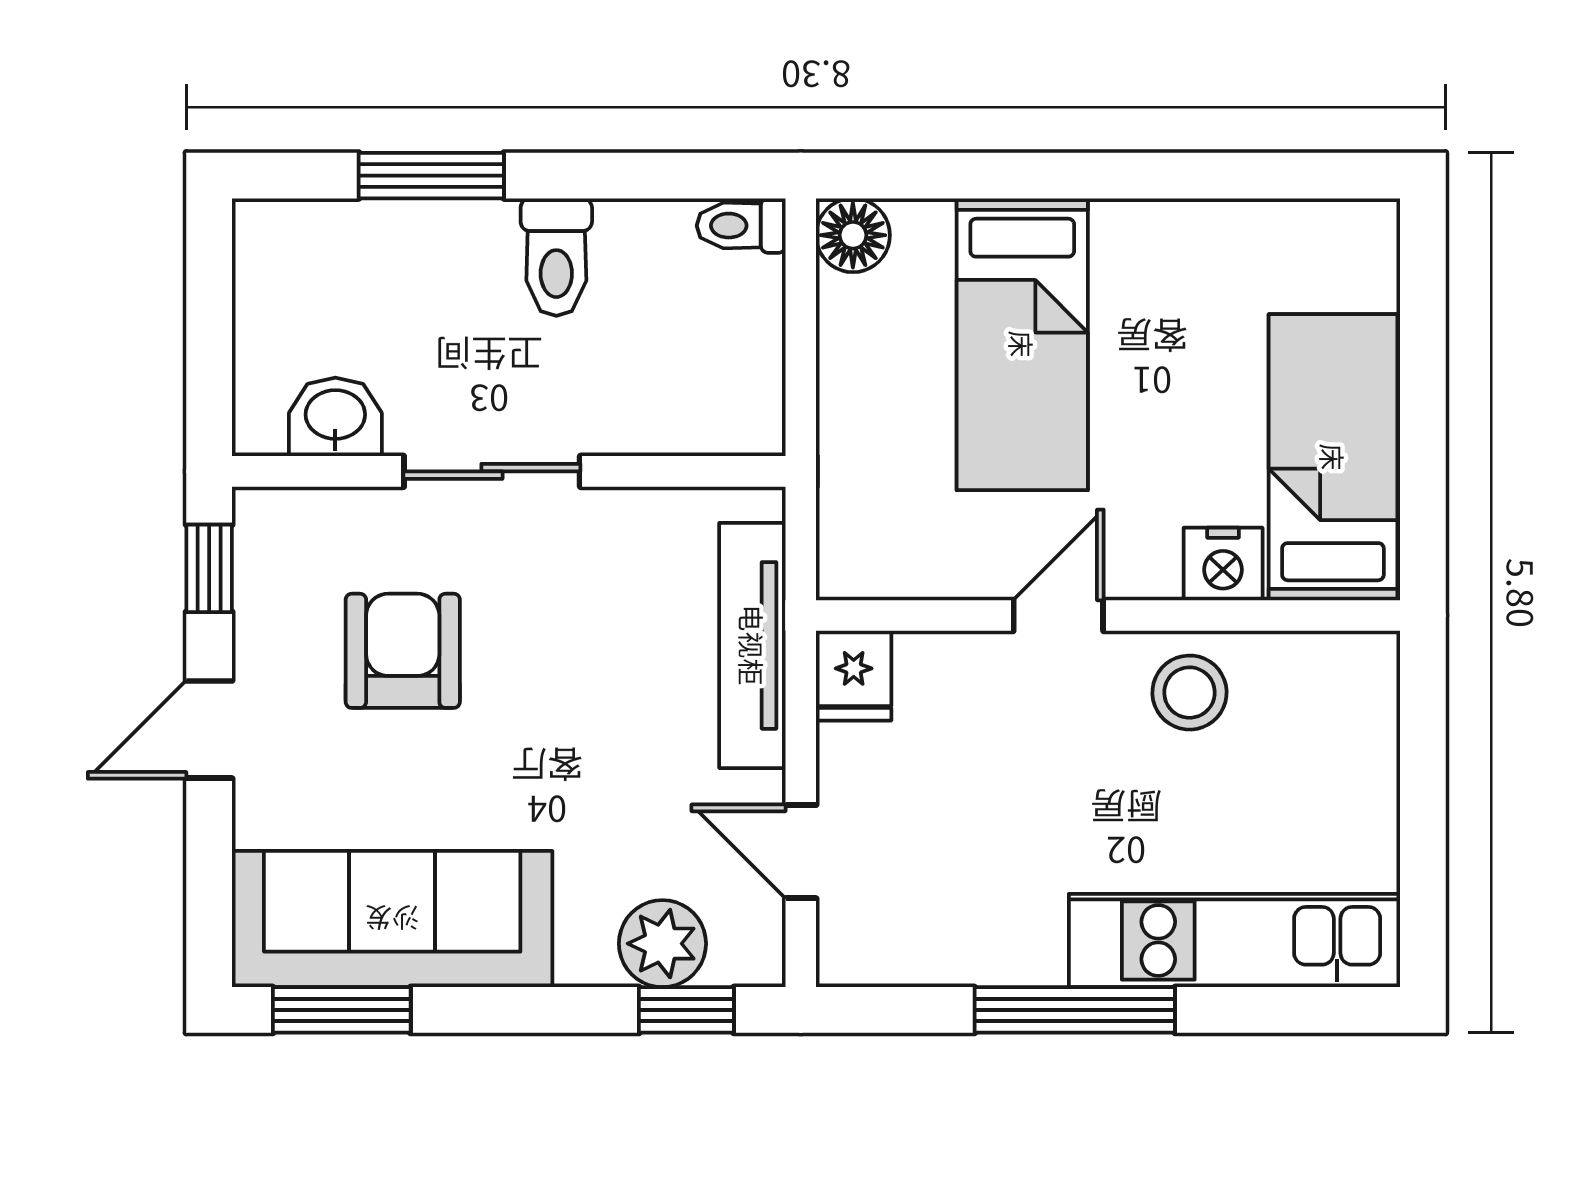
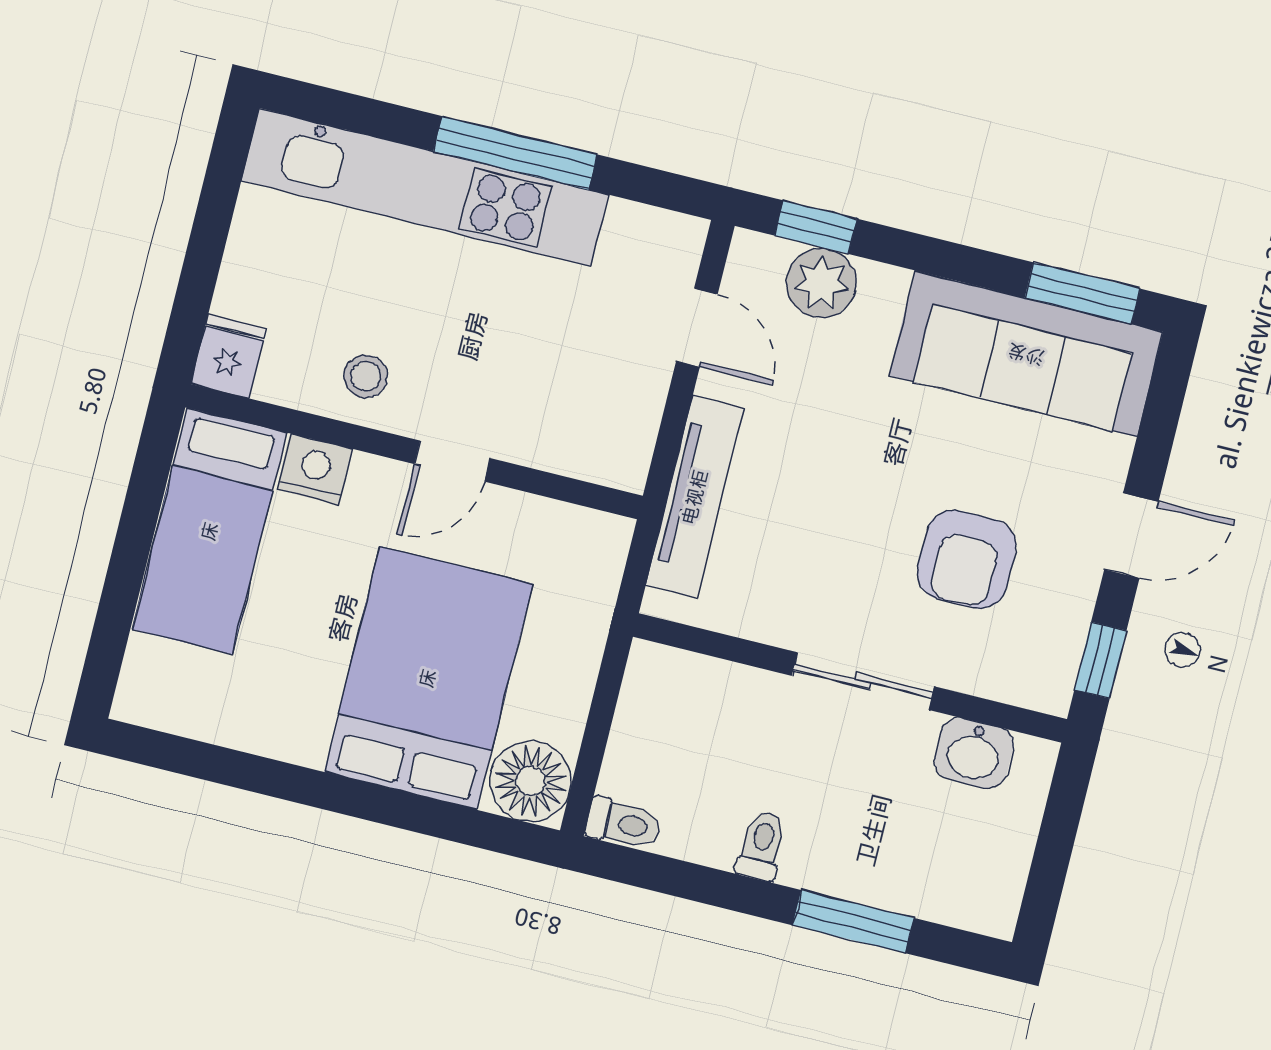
floor lamp: (853, 235) -> (530, 781), width x1.38, depth x1.38
toilet: (556, 257) -> (762, 845), width x0.73, depth x0.72
bed: (1022, 344) -> (428, 678), width x1.50
fridge: (854, 676) -> (229, 356), moved
stool: (1189, 693) -> (366, 376), width x0.73, depth x0.73
kitchen unit: (1234, 940) -> (425, 187), width x1.36

